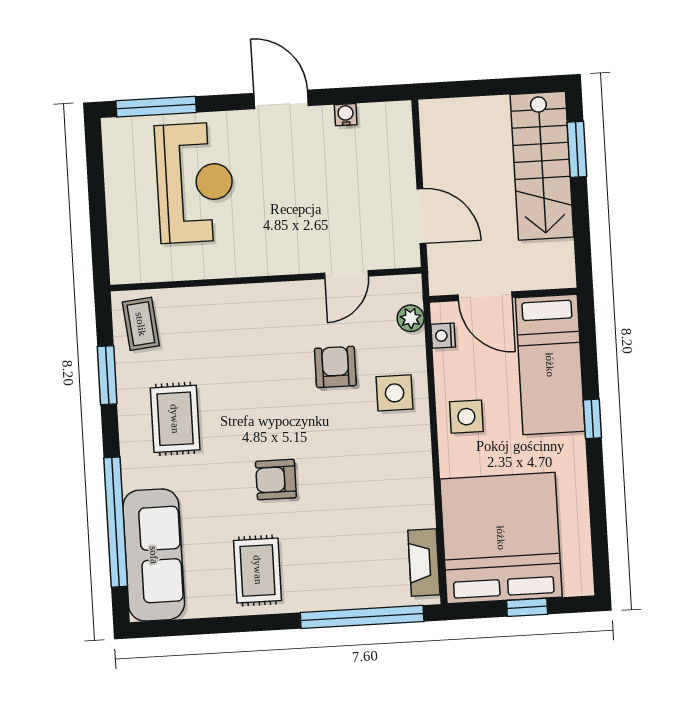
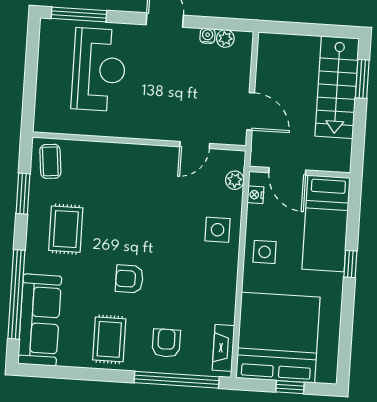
plant: (372, 115) -> (225, 38), added
armchair: (335, 367) -> (166, 343), moved

